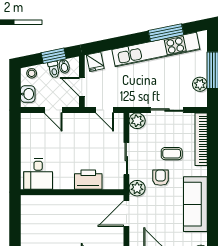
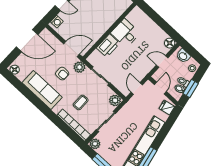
plant: (200, 84) -> (95, 144), moved
door: (82, 87) -> (160, 88), hinge flipped
door: (105, 110) -> (137, 89), hinge flipped
floor lamp: (28, 120) -> (170, 43), added
desk: (38, 174) -> (125, 33), moved
armchair: (161, 178) -> (62, 74), moved
door: (126, 213) -> (71, 49), hinge flipped

